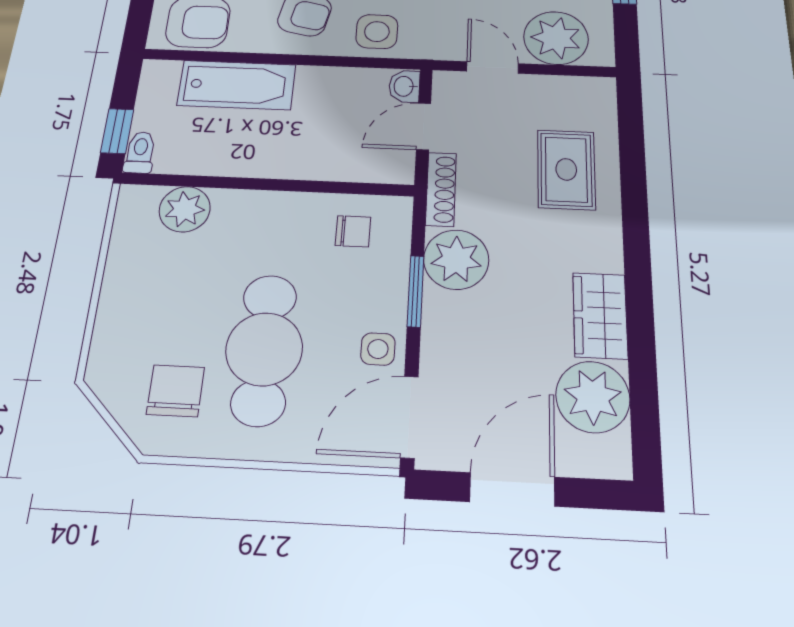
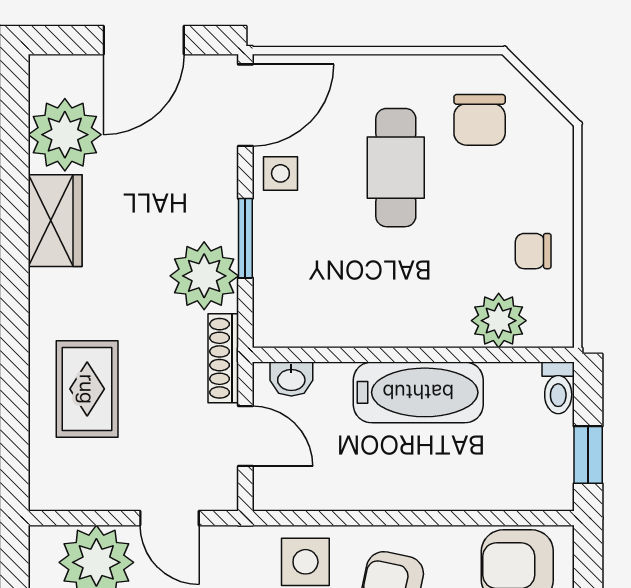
bathtub: (237, 85) -> (418, 392), moved, turned 180
washbasin: (404, 86) -> (291, 379), moved, turned 90
door: (424, 126) -> (245, 436), hinge flipped
window: (117, 131) -> (588, 455), moved
chair: (353, 231) -> (533, 251), moved
cafe table: (264, 349) -> (396, 168), width x0.73, depth x0.74

